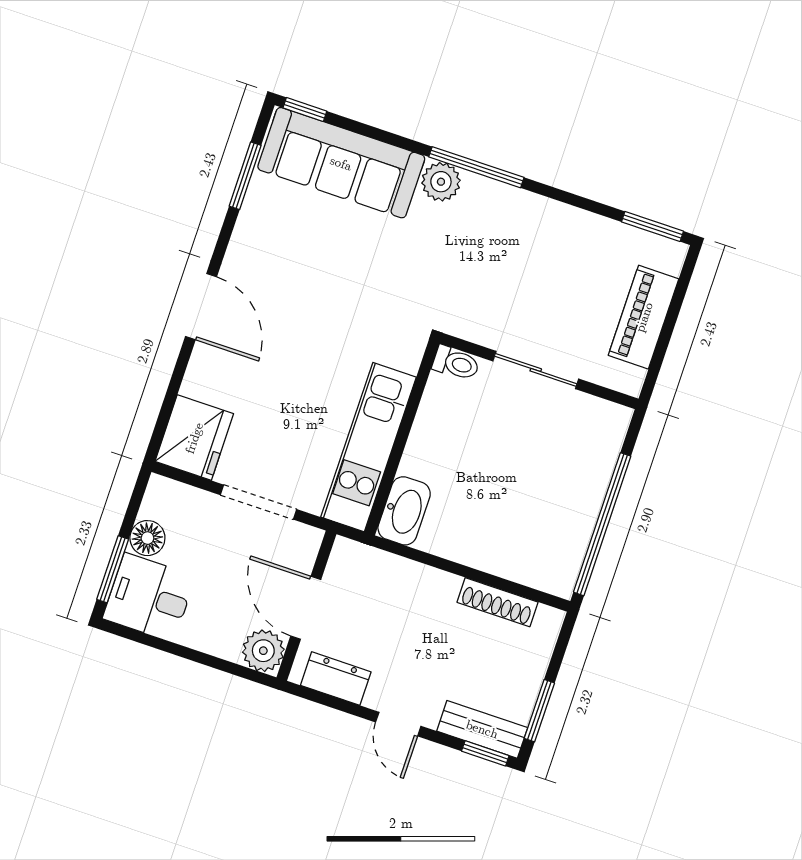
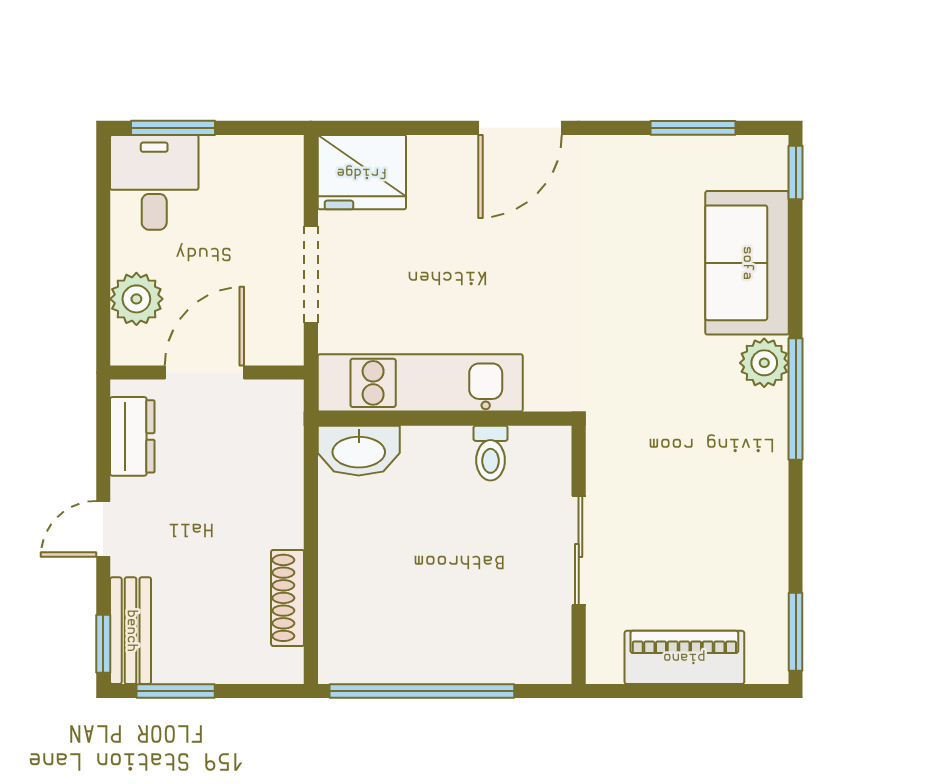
sofa: (341, 163) -> (747, 263), width x0.73
toilet: (456, 363) -> (491, 453), moved
floor lamp: (147, 538) -> (224, 157), removed
plant: (263, 651) -> (136, 299), moved

